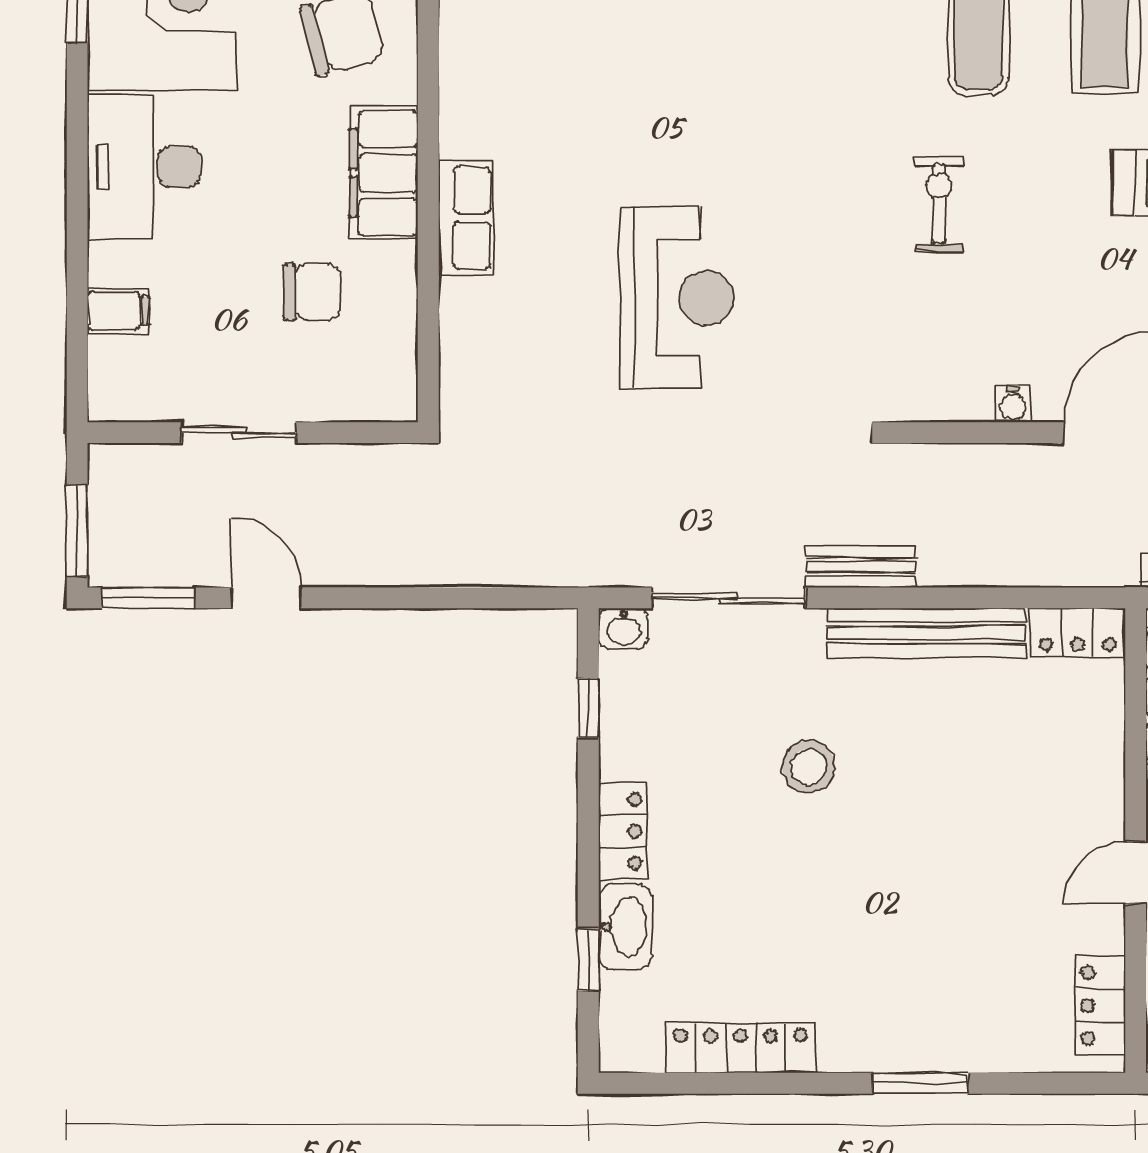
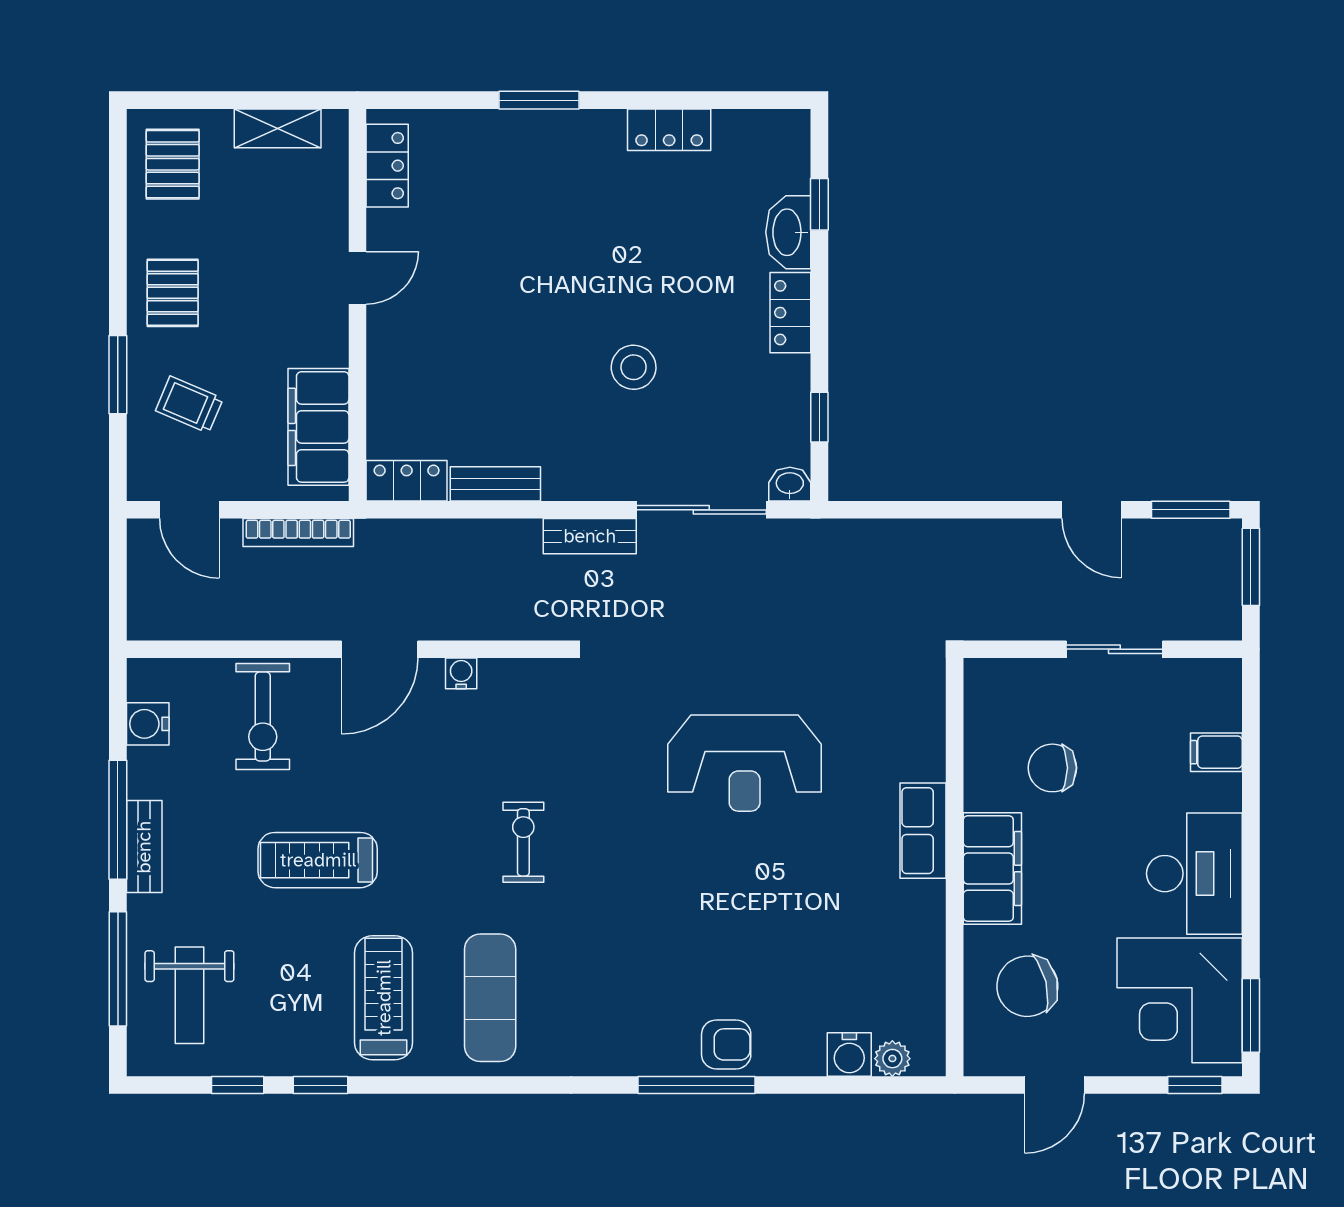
exercise bike: (939, 204) -> (523, 842), turned 180
reception desk: (677, 298) -> (745, 763), turned -90
bench: (926, 633) -> (495, 484), width x0.54, depth x0.82
locker: (741, 1048) -> (669, 130), width x0.66

